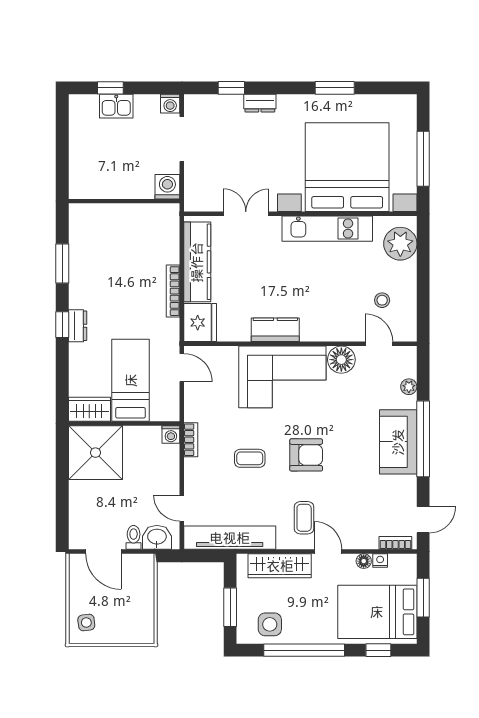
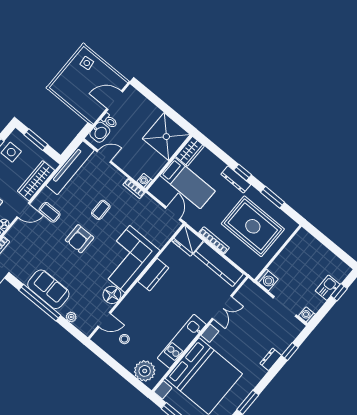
rug: (117, 258) -> (253, 226), added
dresser: (78, 326) -> (236, 179), width x1.44
door: (182, 368) -> (173, 213), swing flipped

